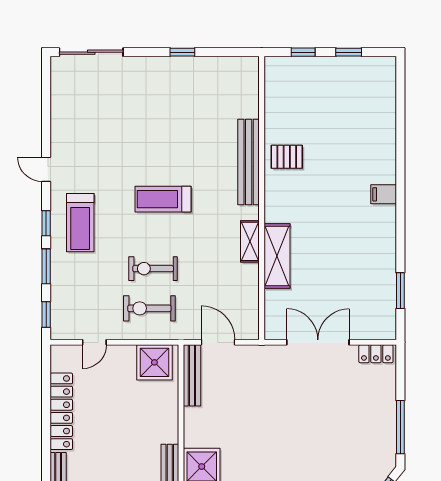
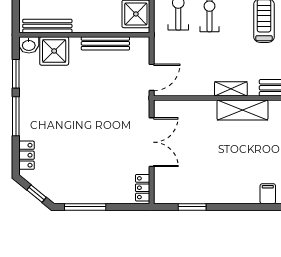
shelving: (277, 256) -> (242, 110), moved
door: (218, 342) -> (152, 77), moved
bench: (192, 375) -> (105, 43), moved

